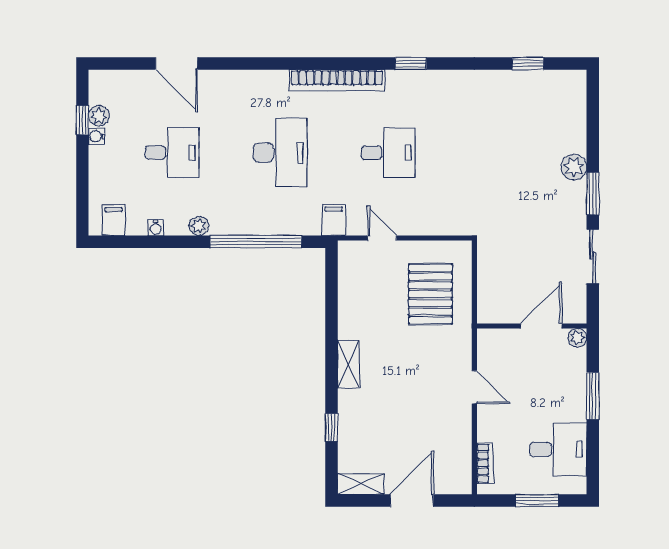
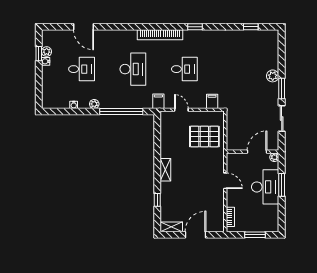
filing cabinet: (114, 220) -> (212, 101), moved
pallet: (430, 294) -> (204, 136), turned 90
desk: (558, 449) -> (265, 187), moved, width x1.37

